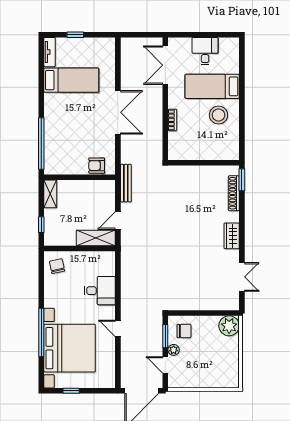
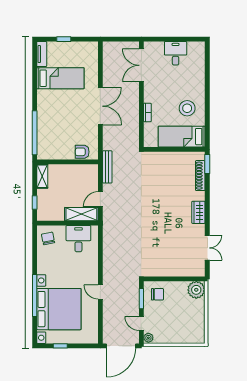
bed: (212, 86) -> (182, 137), moved
desk: (100, 291) -> (78, 239), moved, turned -90
plant: (174, 350) -> (148, 338), moved

